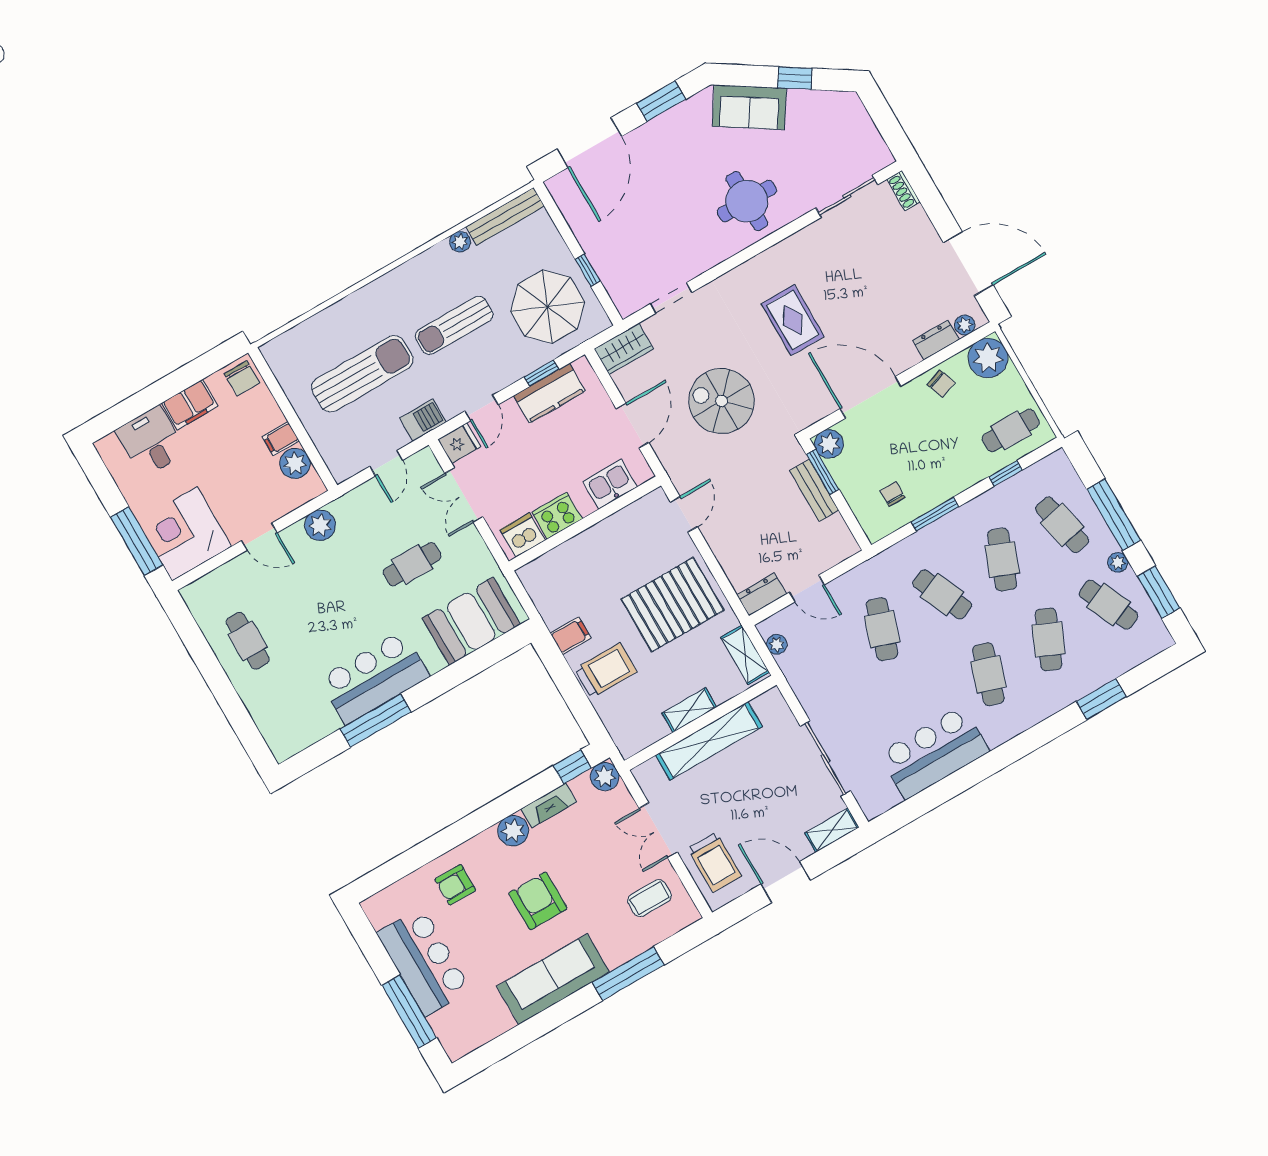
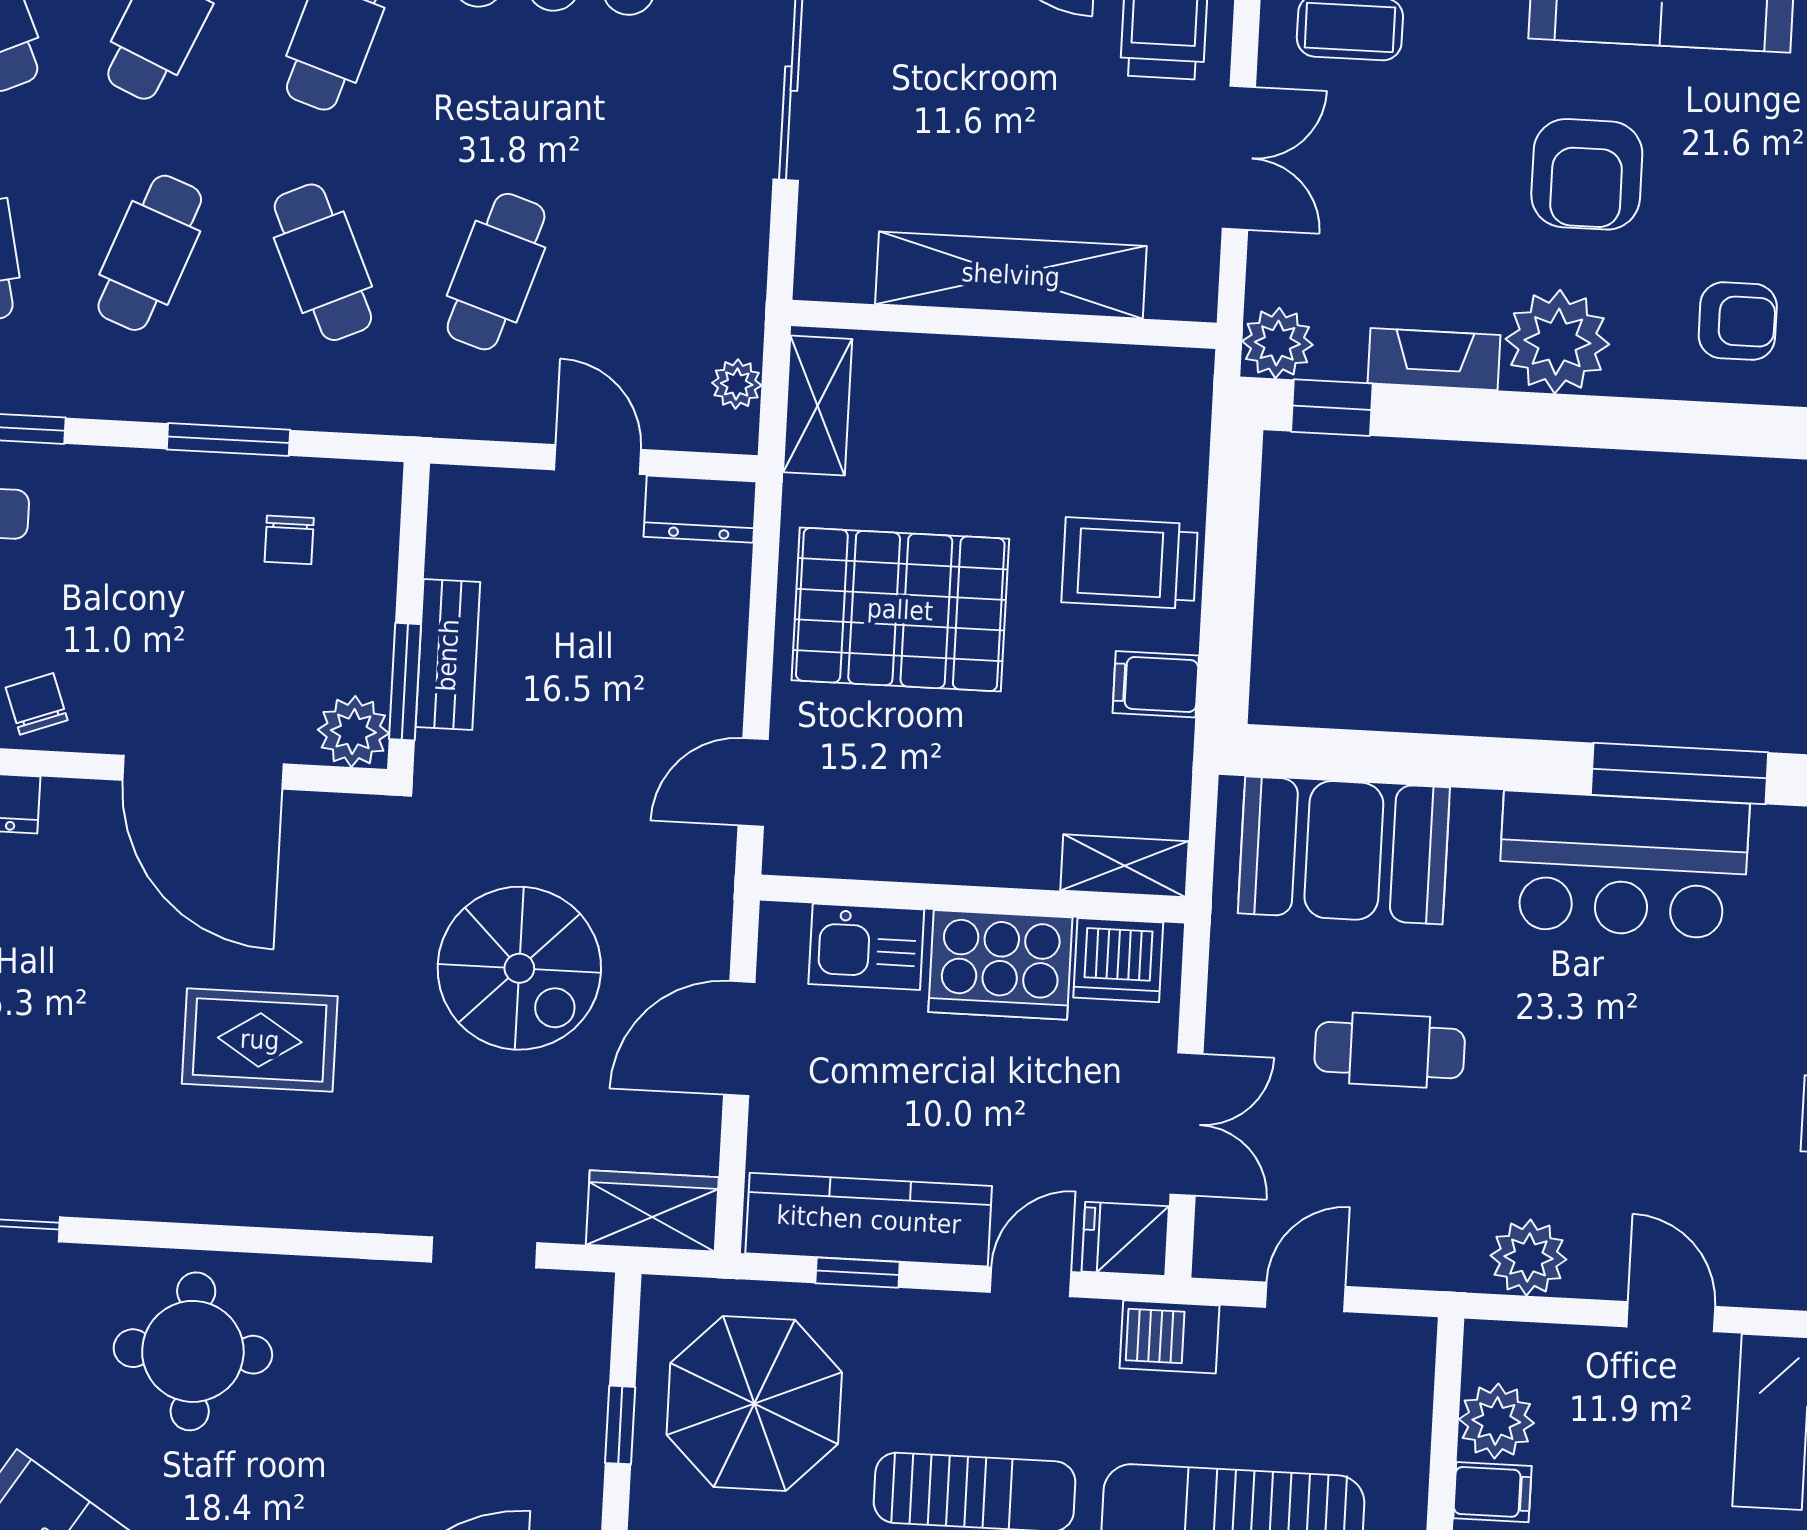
rug: (793, 320) -> (260, 1040), turned 90
kitchen counter: (549, 393) -> (869, 1220), width x1.50
cooker: (557, 516) -> (1000, 965), width x1.37, depth x1.31
shelving: (689, 710) -> (1125, 866), moved
plant: (513, 831) -> (1557, 342), width x1.36, depth x1.36

